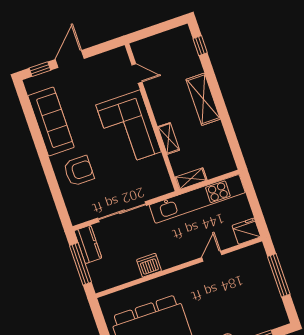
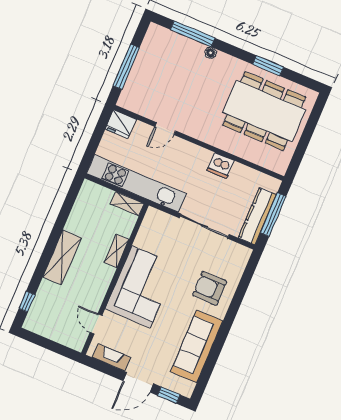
fireplace: (105, 59) -> (111, 357), added
kitchen counter: (88, 244) -> (257, 216), width x1.50

